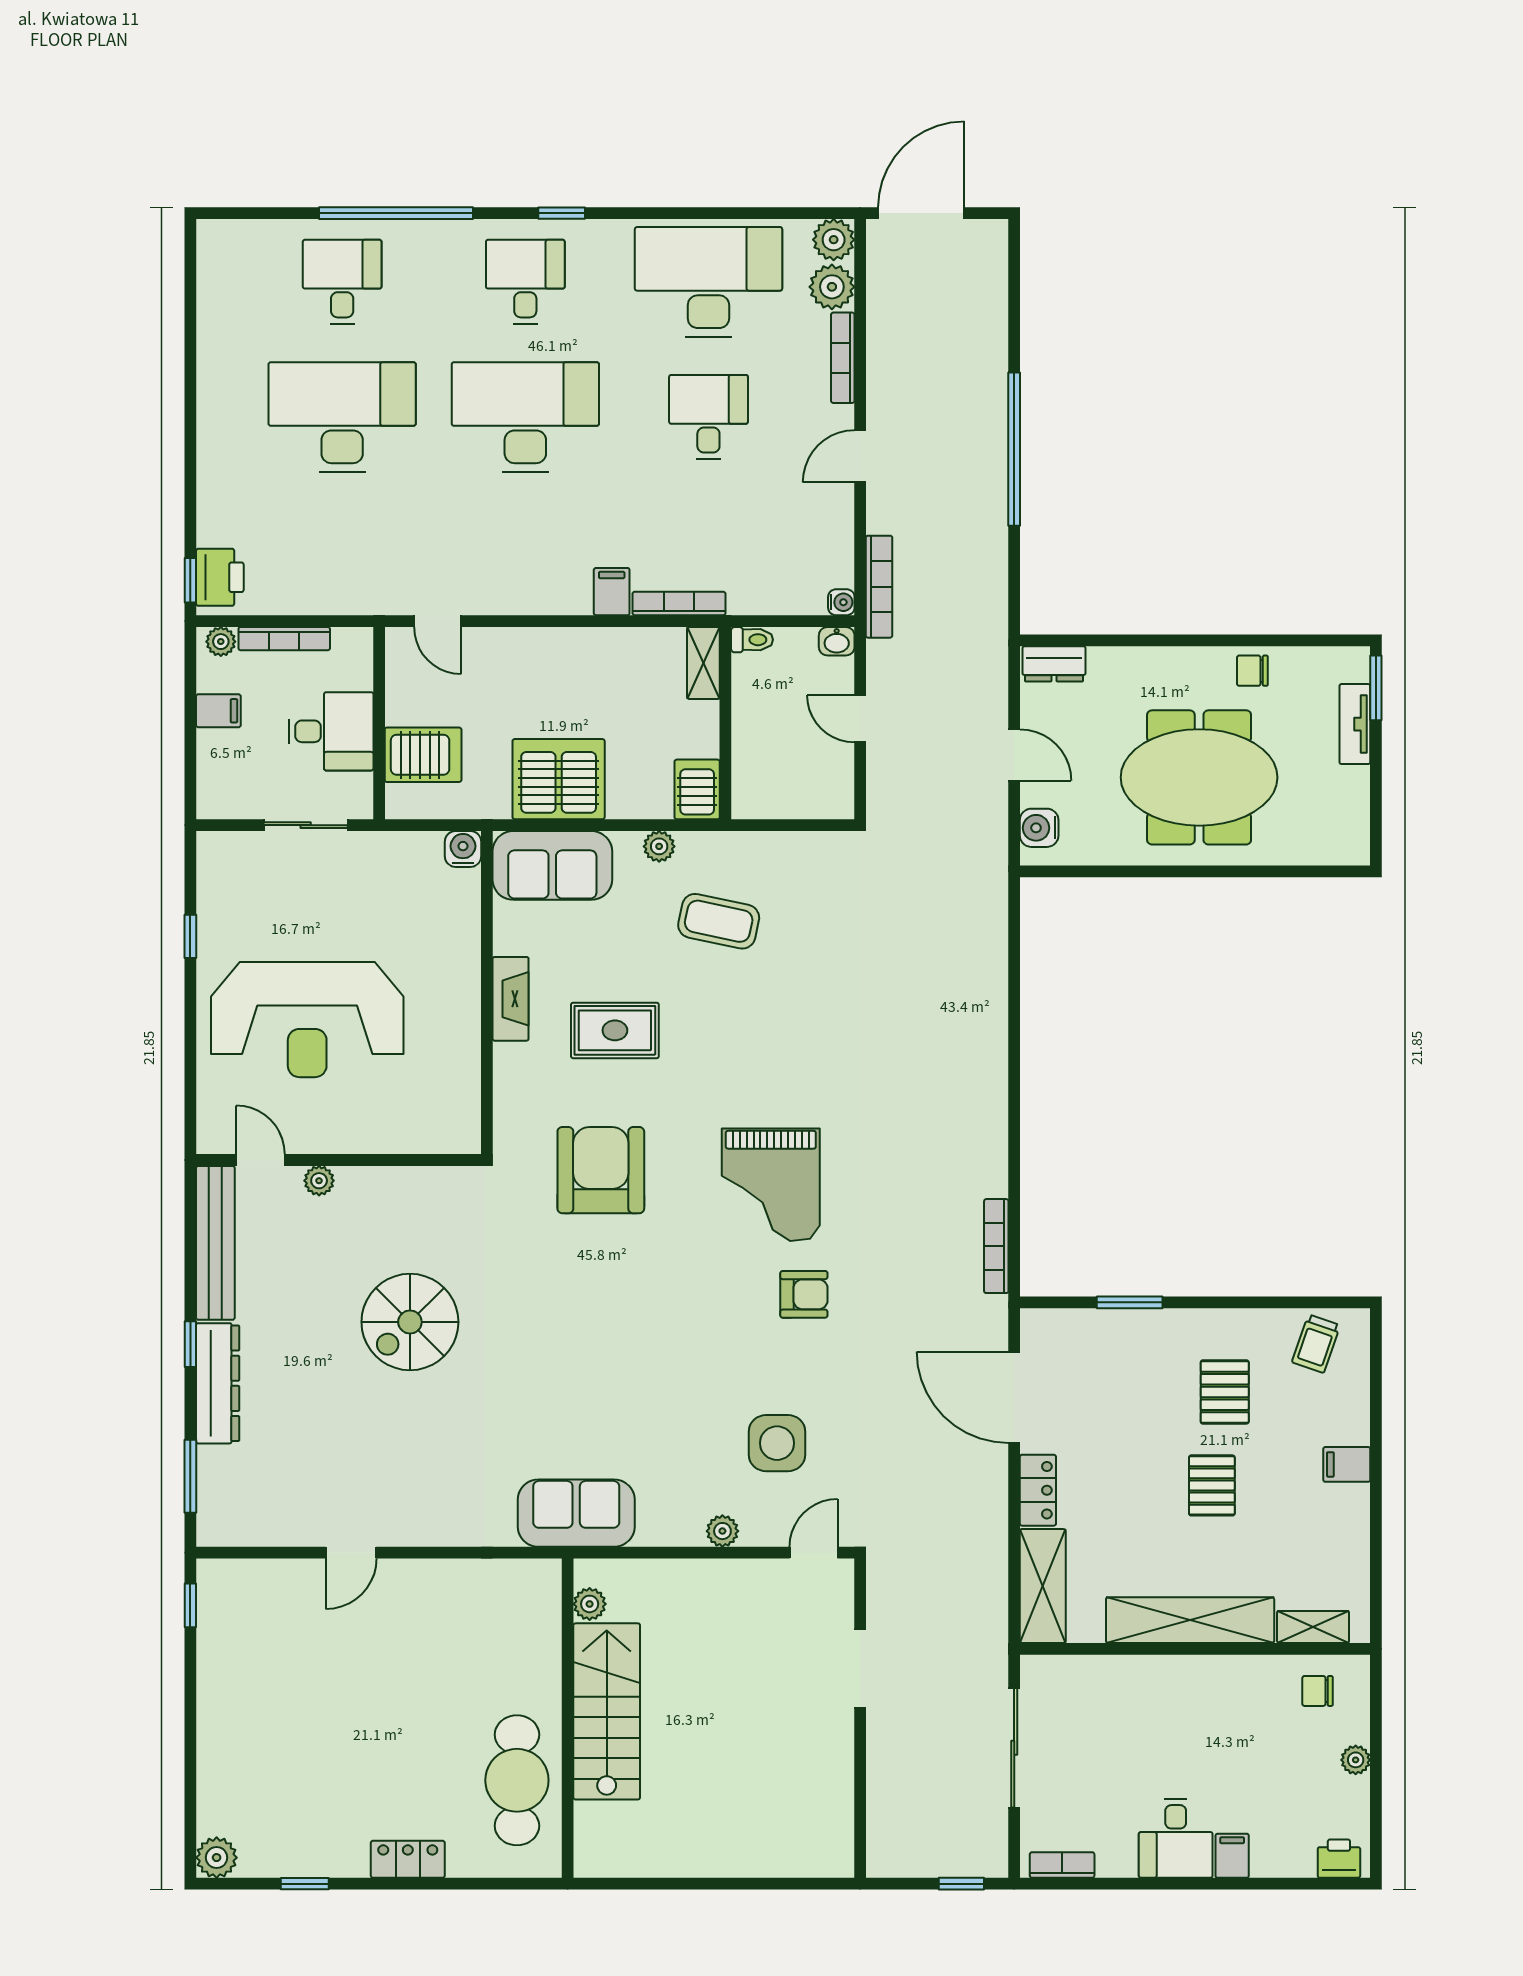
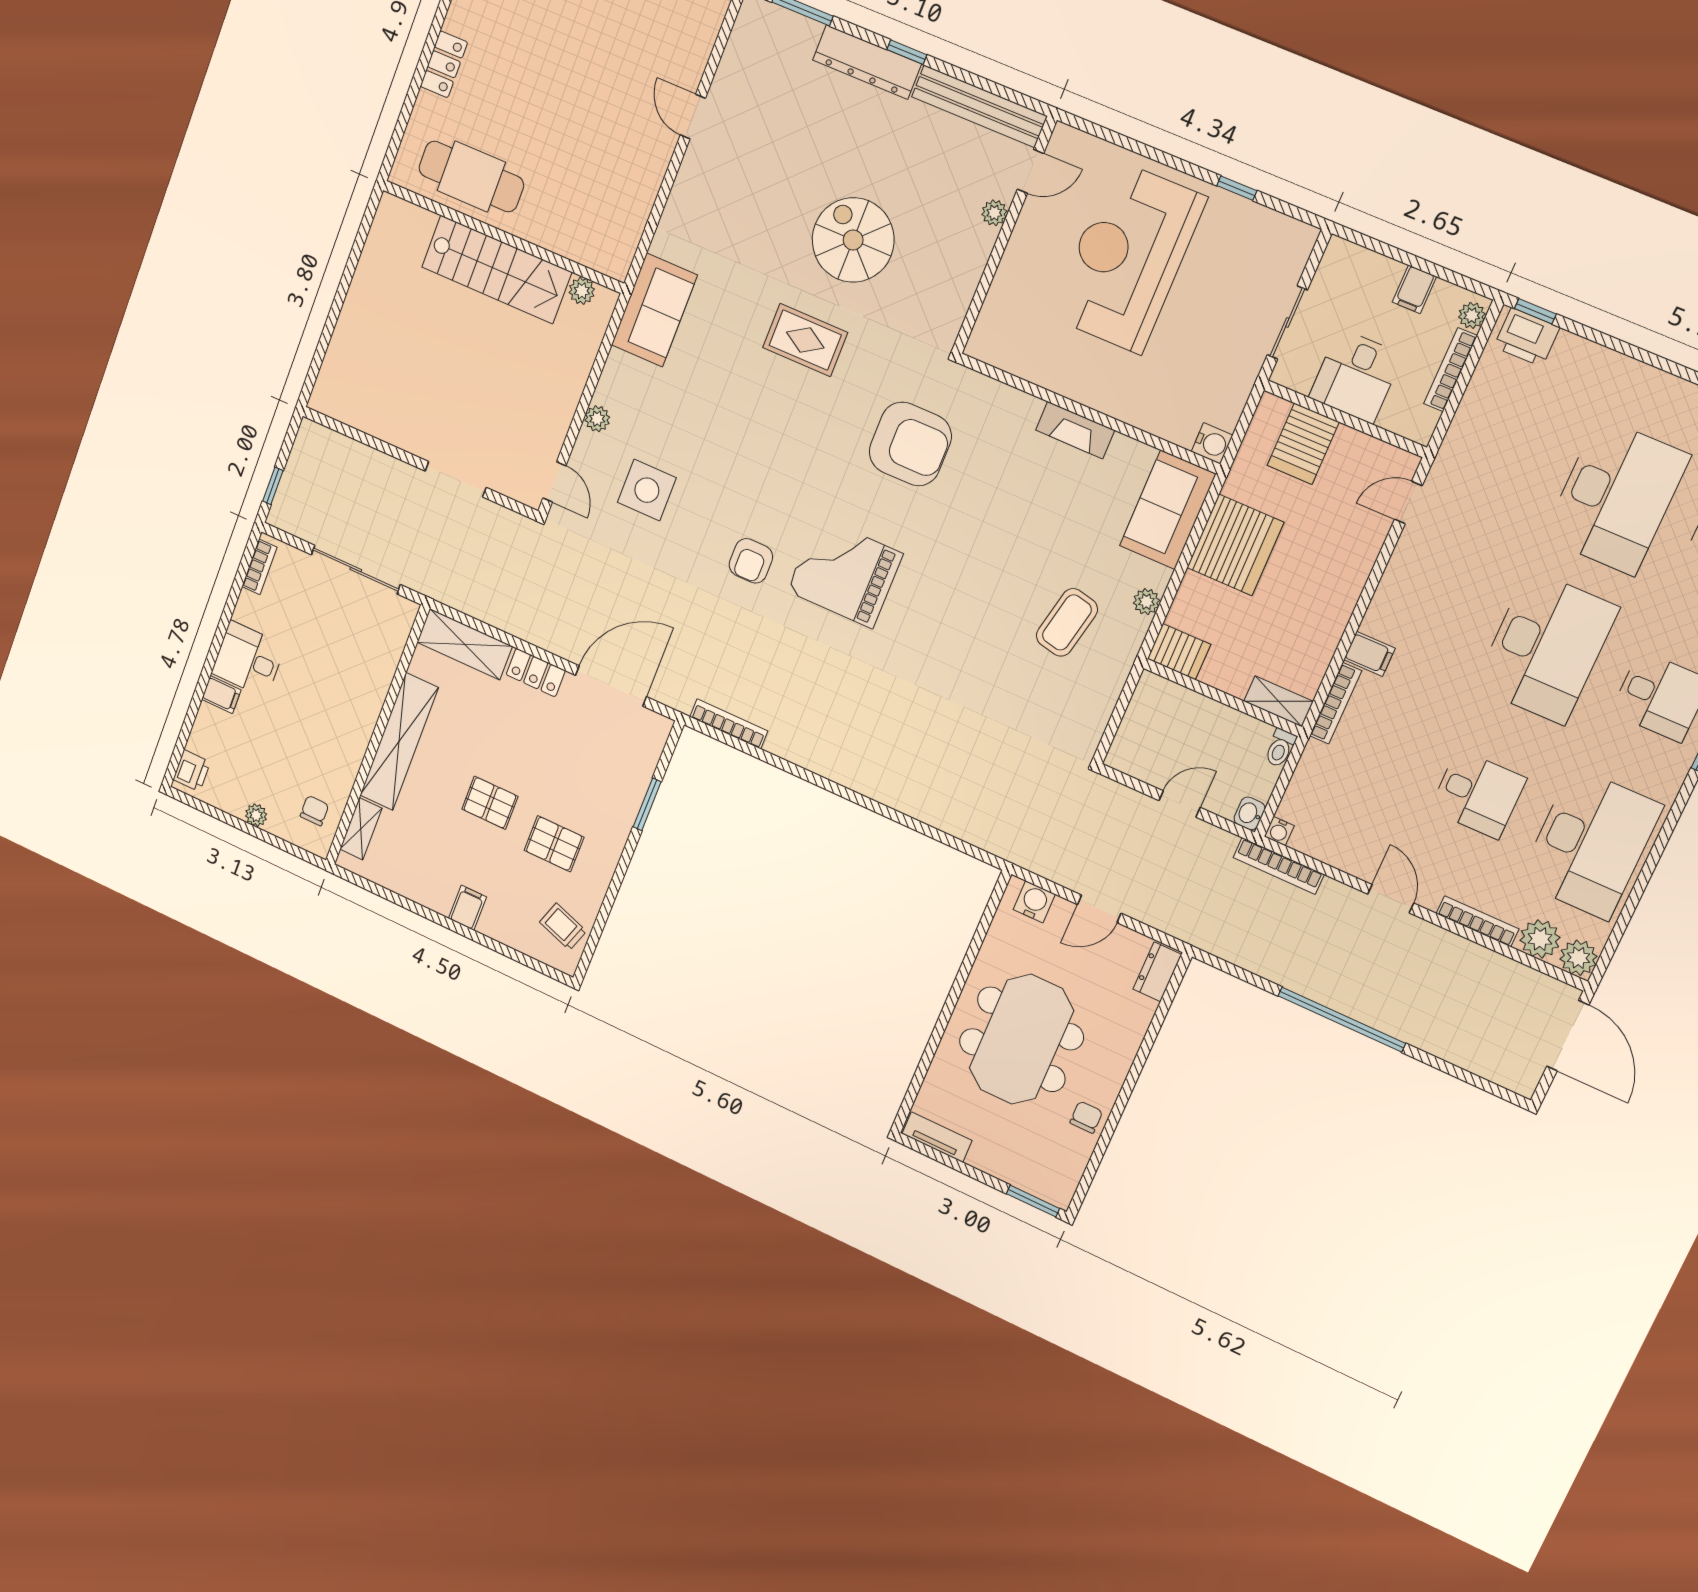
tv unit: (1355, 724) -> (937, 1137), moved
rug: (615, 1030) -> (805, 340), moved, turned 90

